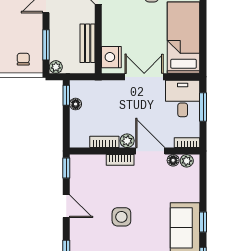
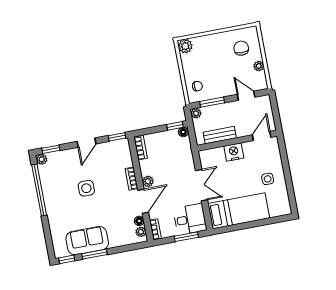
nightstand: (111, 57) -> (234, 152), moved
floor lamp: (76, 104) -> (183, 132), moved
bookcase: (104, 142) -> (141, 148), moved
window: (203, 222) -> (94, 254), width x1.50

